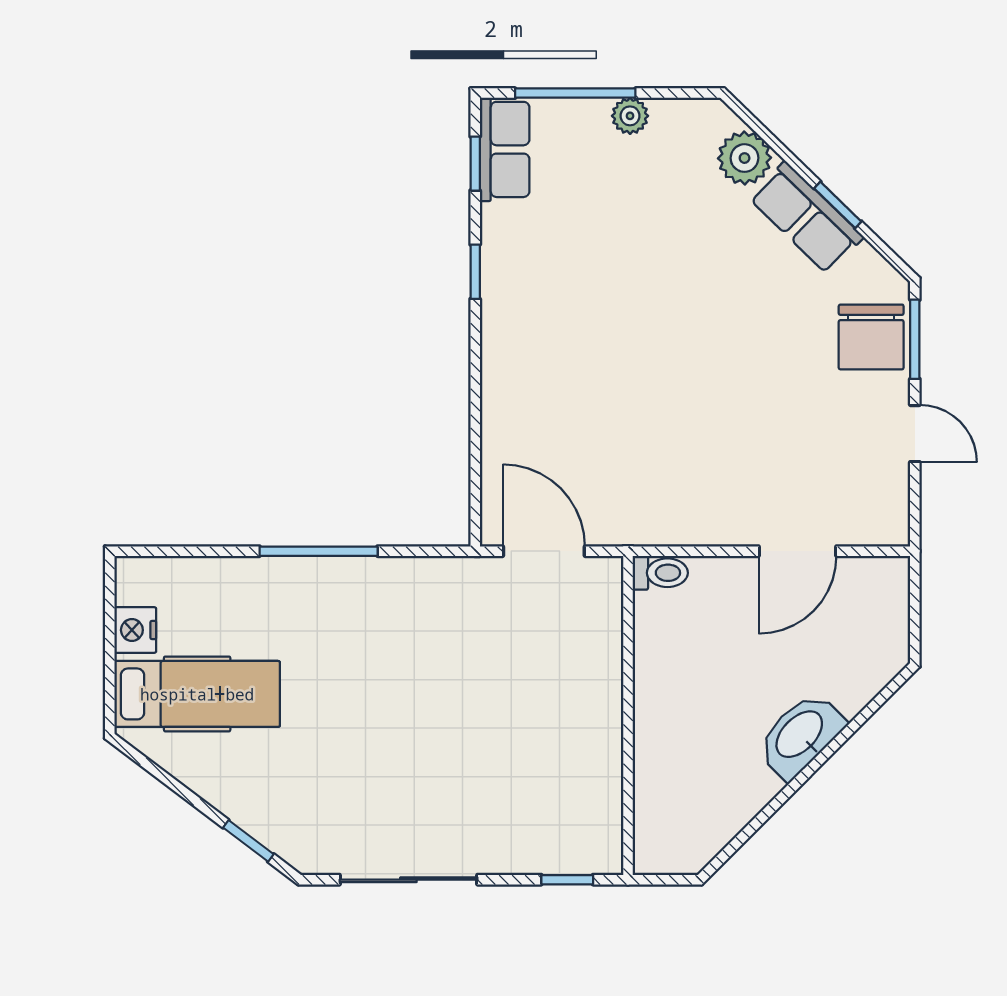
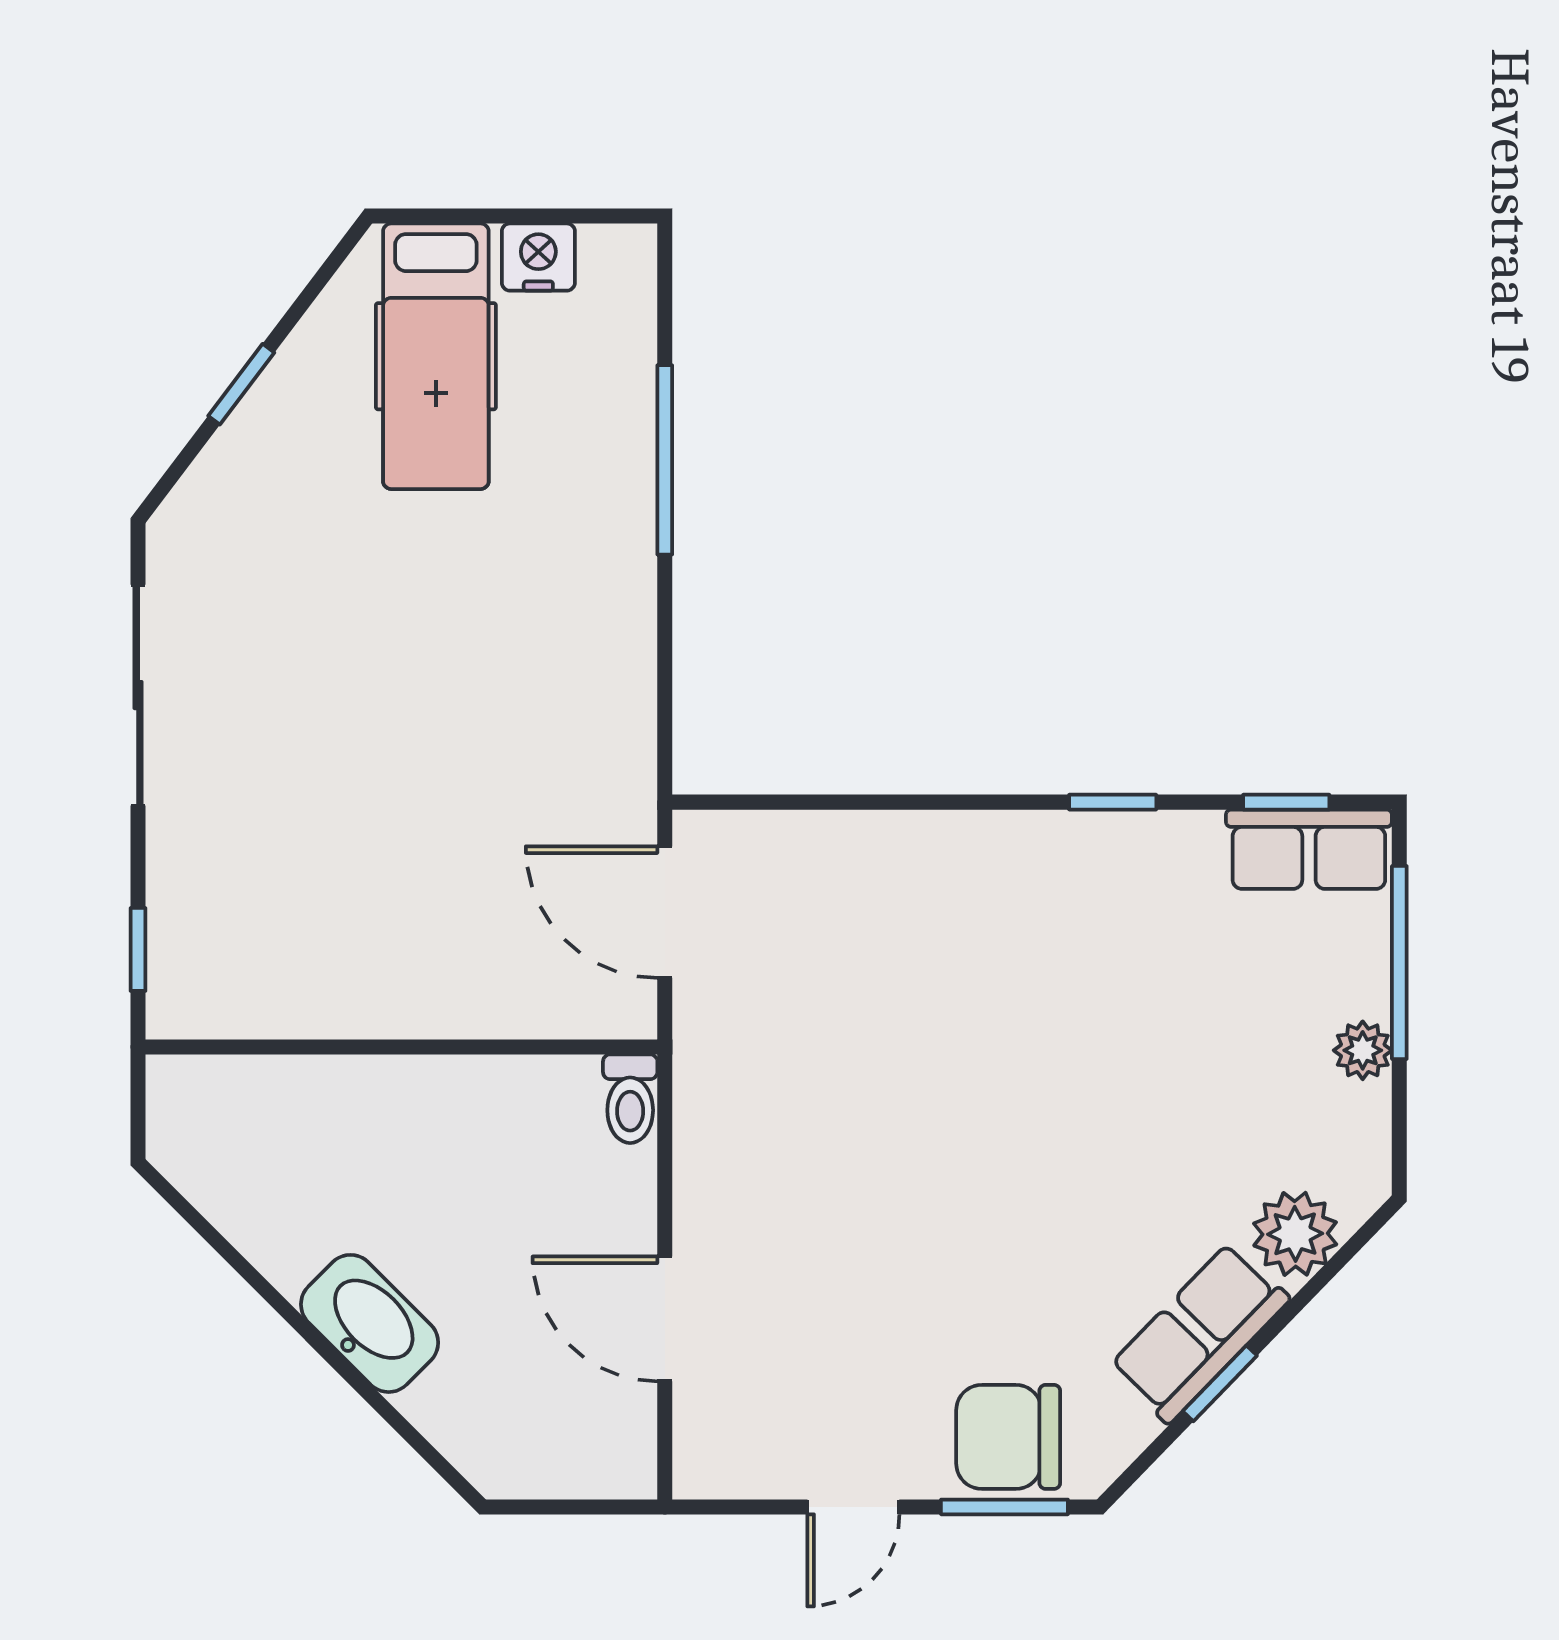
window: (319, 551) -> (665, 460), moved
door: (544, 551) -> (665, 912), swing flipped
window: (248, 841) -> (241, 384), moved

